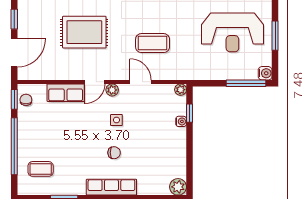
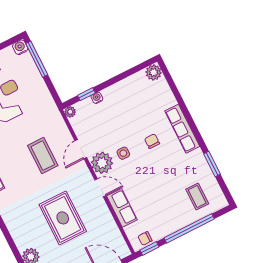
plant: (112, 90) -> (102, 163), width x1.88, depth x1.88

